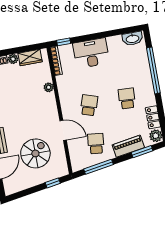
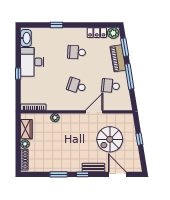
window: (64, 42) -> (18, 74), moved
desk: (91, 53) -> (32, 62), moved
window: (153, 70) -> (57, 25), width x0.32
spiral stairs: (35, 153) -> (110, 139), turned -90
window: (99, 167) -> (129, 76), moved
window: (53, 183) -> (139, 139), moved

